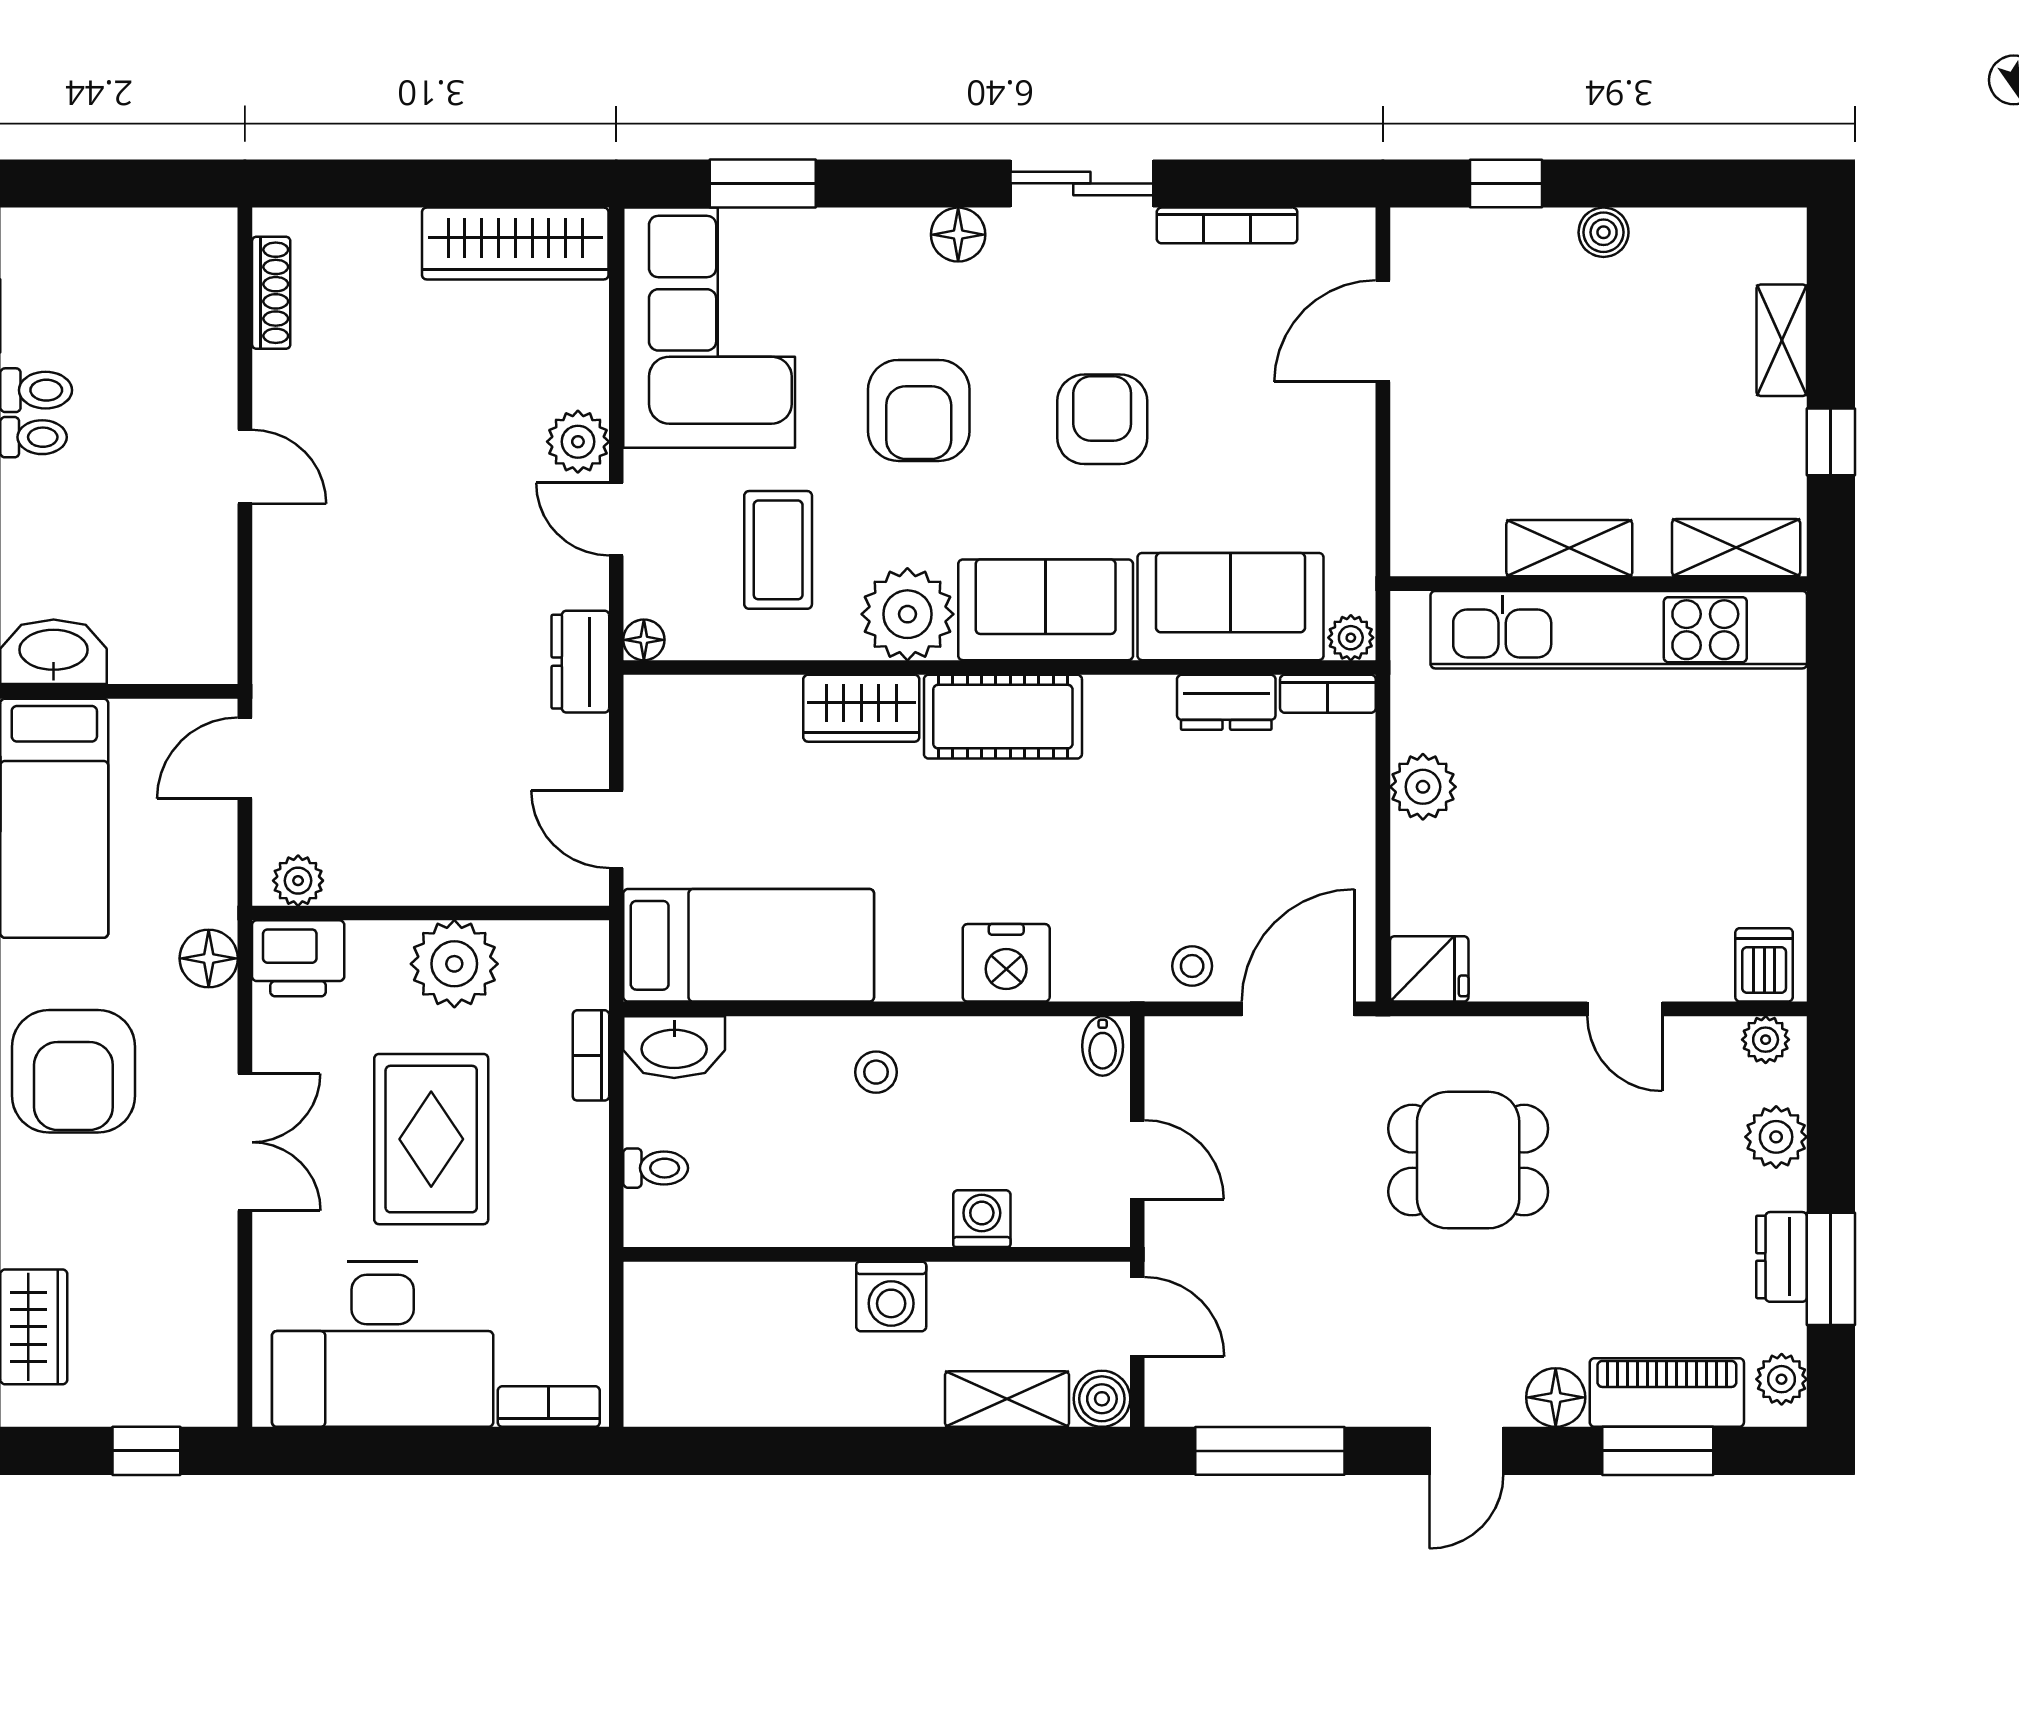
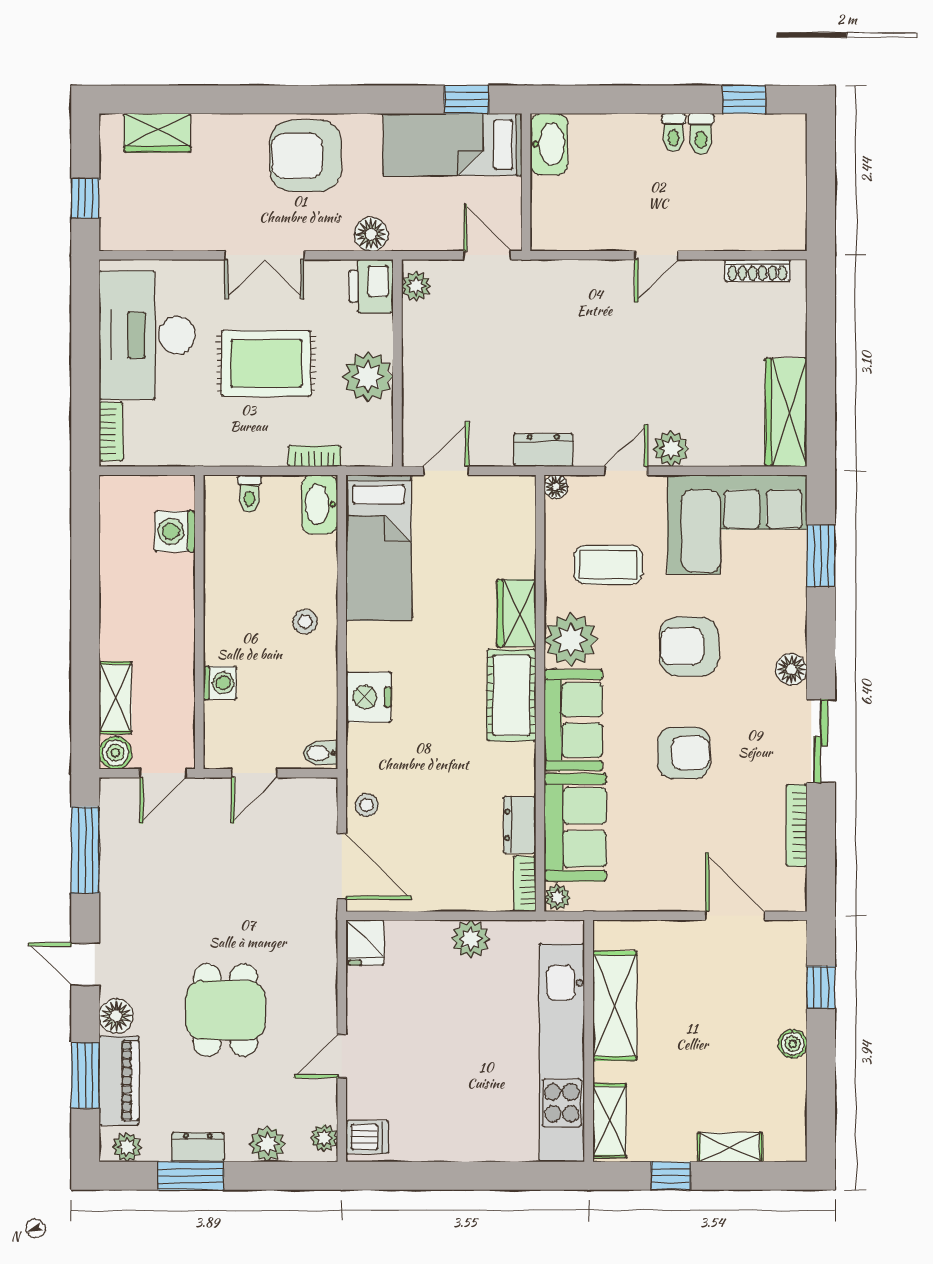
shelving: (1569, 548) -> (615, 1006), width x1.50, depth x1.33
dining table: (1468, 1160) -> (225, 1010), moved
washing machine: (891, 1296) -> (175, 531), moved

